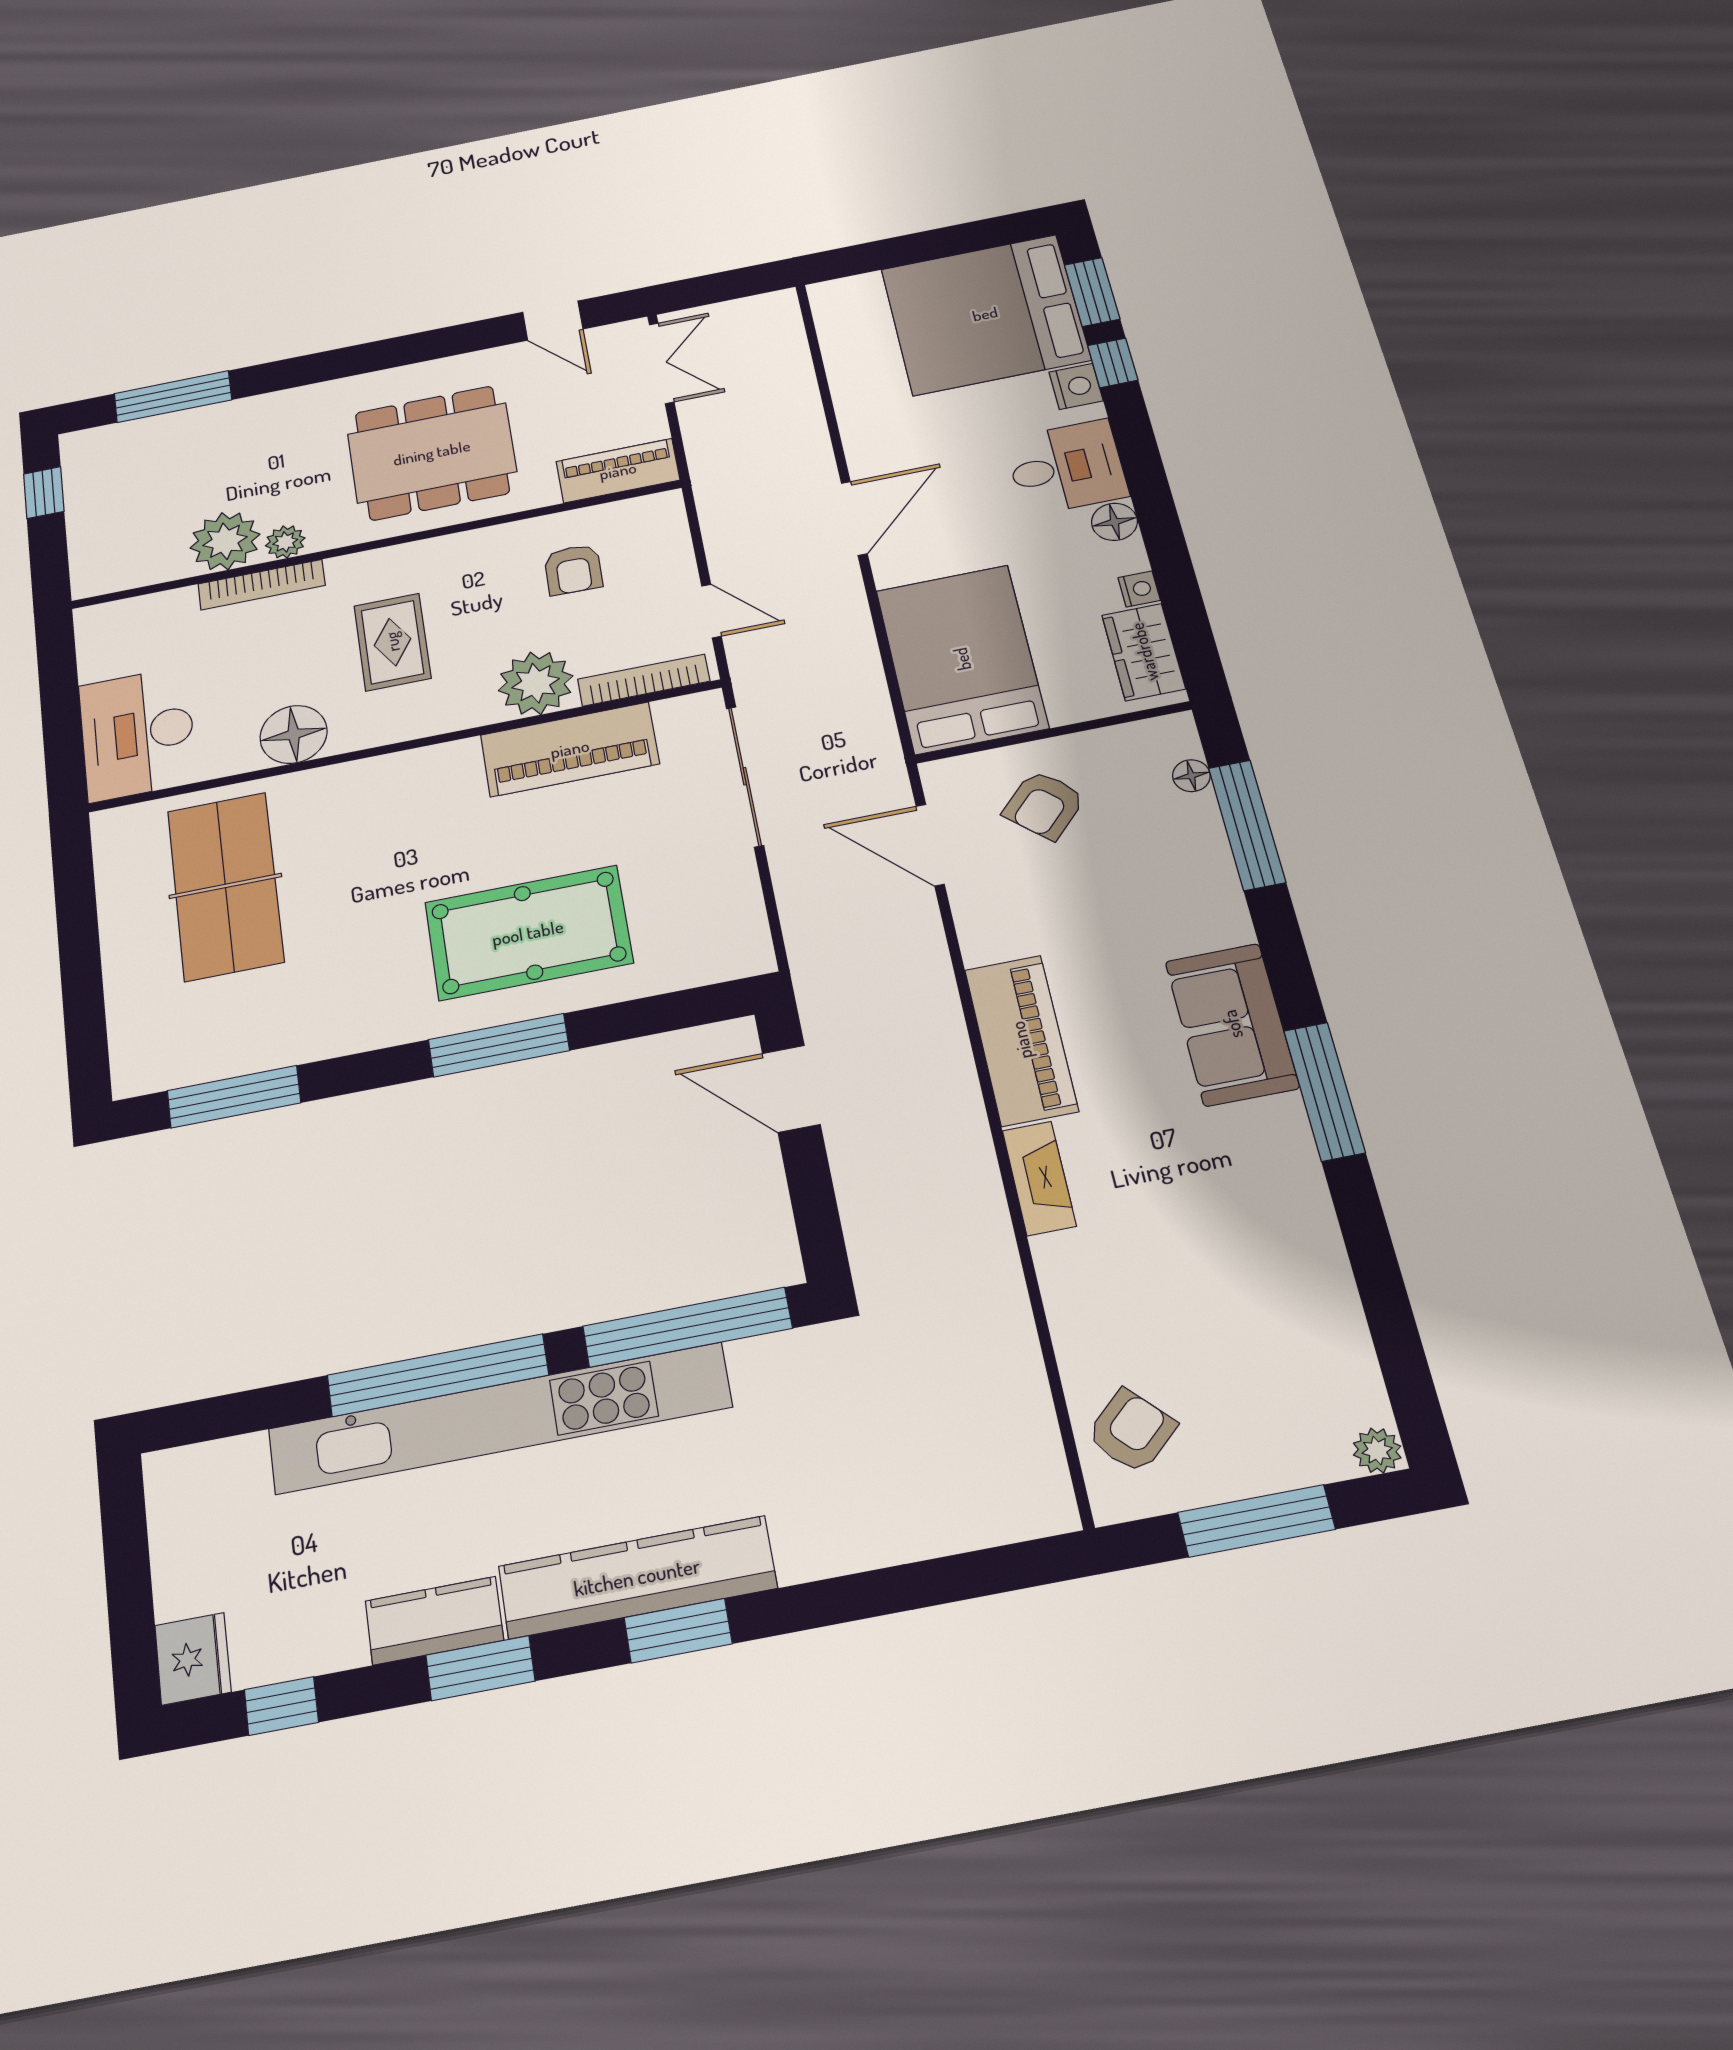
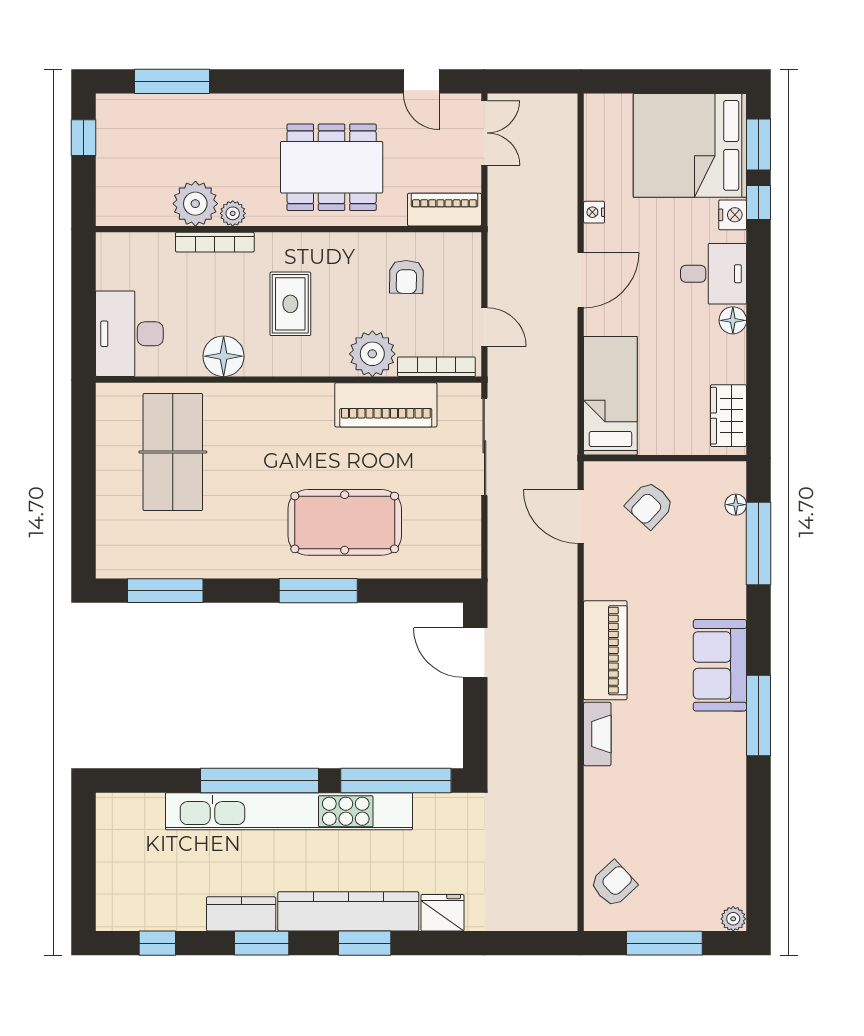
nightstand: (1139, 589) -> (594, 212), moved, turned 180
bed: (962, 659) -> (610, 396), width x0.67
fridge: (193, 1659) -> (442, 913), moved, turned -90

